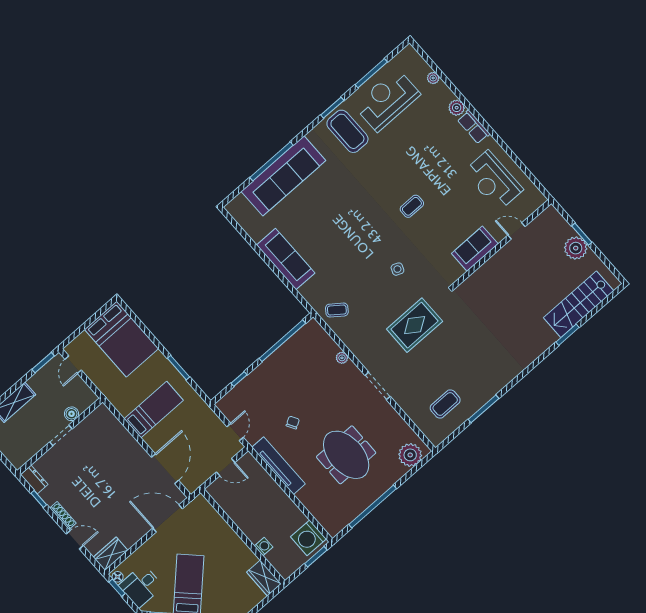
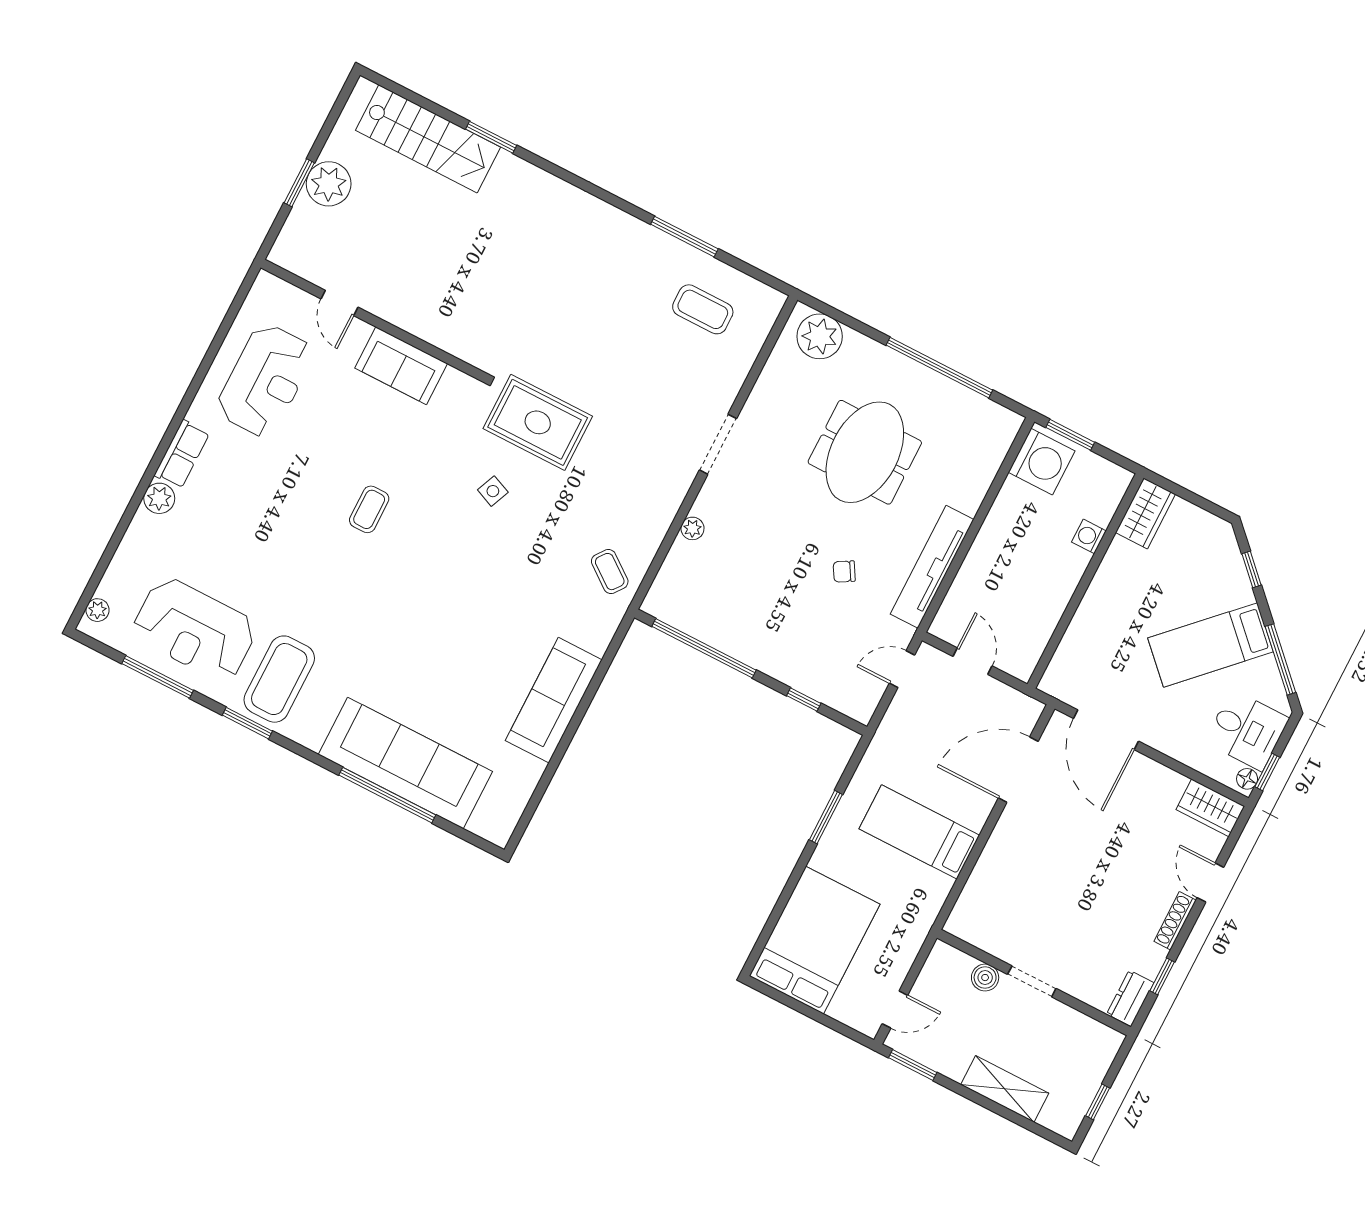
plant: (433, 78) -> (97, 610), moved
coffee table: (412, 206) -> (369, 509), turned 90
rug: (415, 325) -> (538, 422), moved

